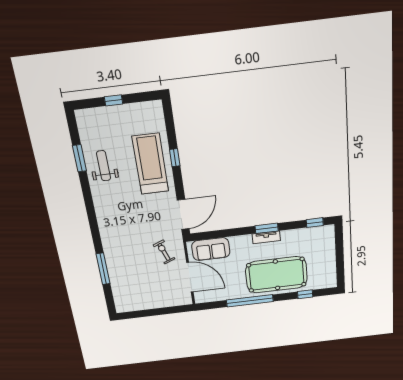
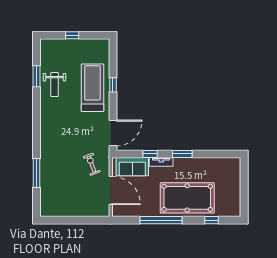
weight bench: (104, 166) -> (54, 84), turned 180
window: (315, 223) -> (150, 154), moved
tv unit: (266, 237) -> (161, 162), moved

